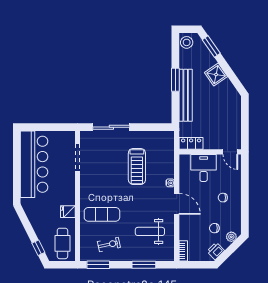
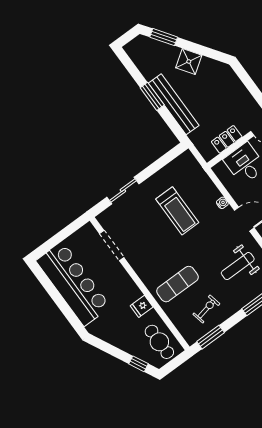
stool: (187, 42) -> (136, 51), removed
sliding door: (111, 127) -> (123, 190), width x0.73
locker: (191, 143) -> (227, 139), moved

